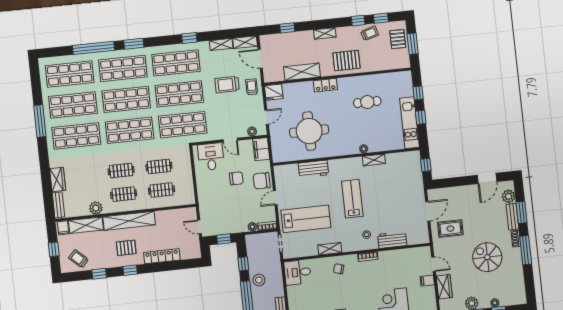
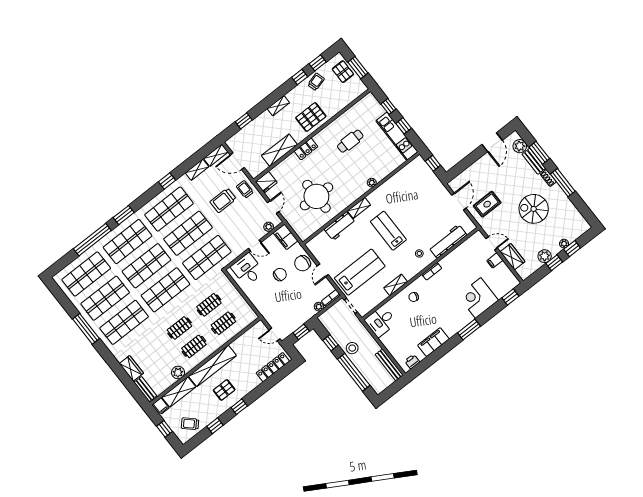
shelving: (374, 160) -> (359, 208), moved
workbench: (392, 240) -> (448, 241), width x1.38
locker: (162, 256) -> (273, 367), moved

